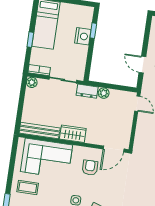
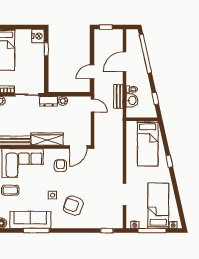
nightstand: (83, 36) -> (38, 36), moved
door: (142, 65) -> (92, 72), hinge flipped
wardrobe: (73, 134) -> (47, 139), width x1.50

